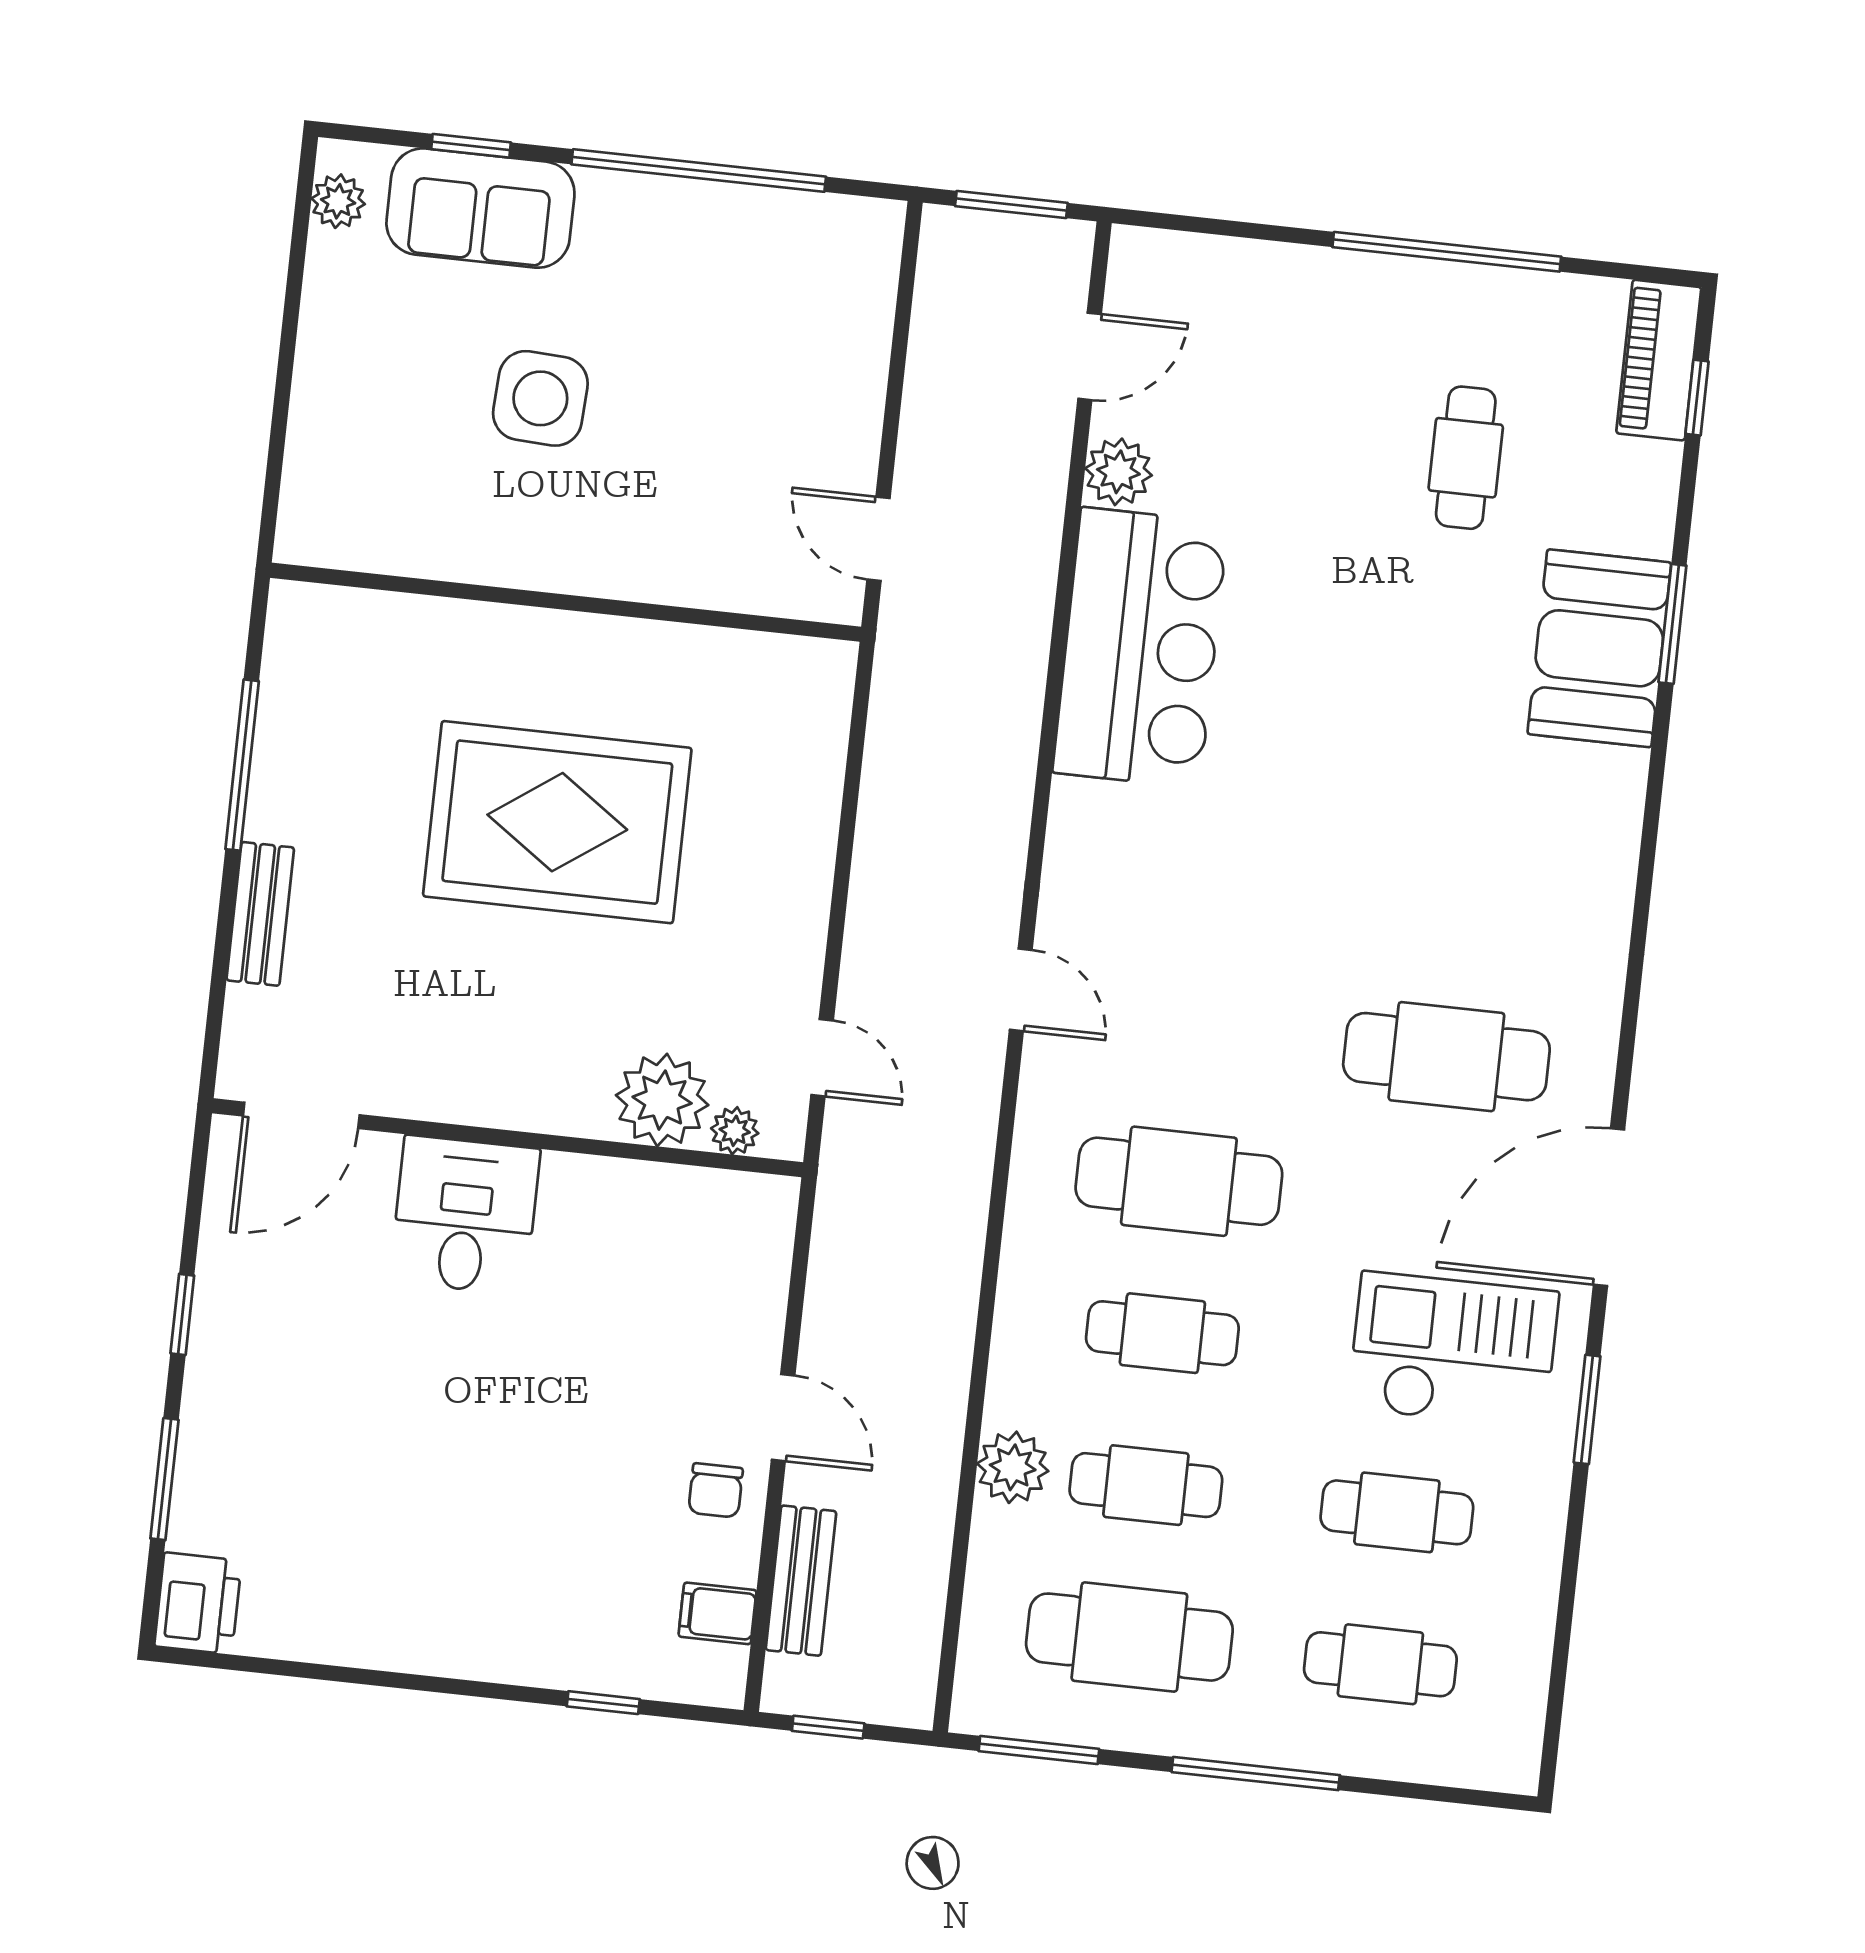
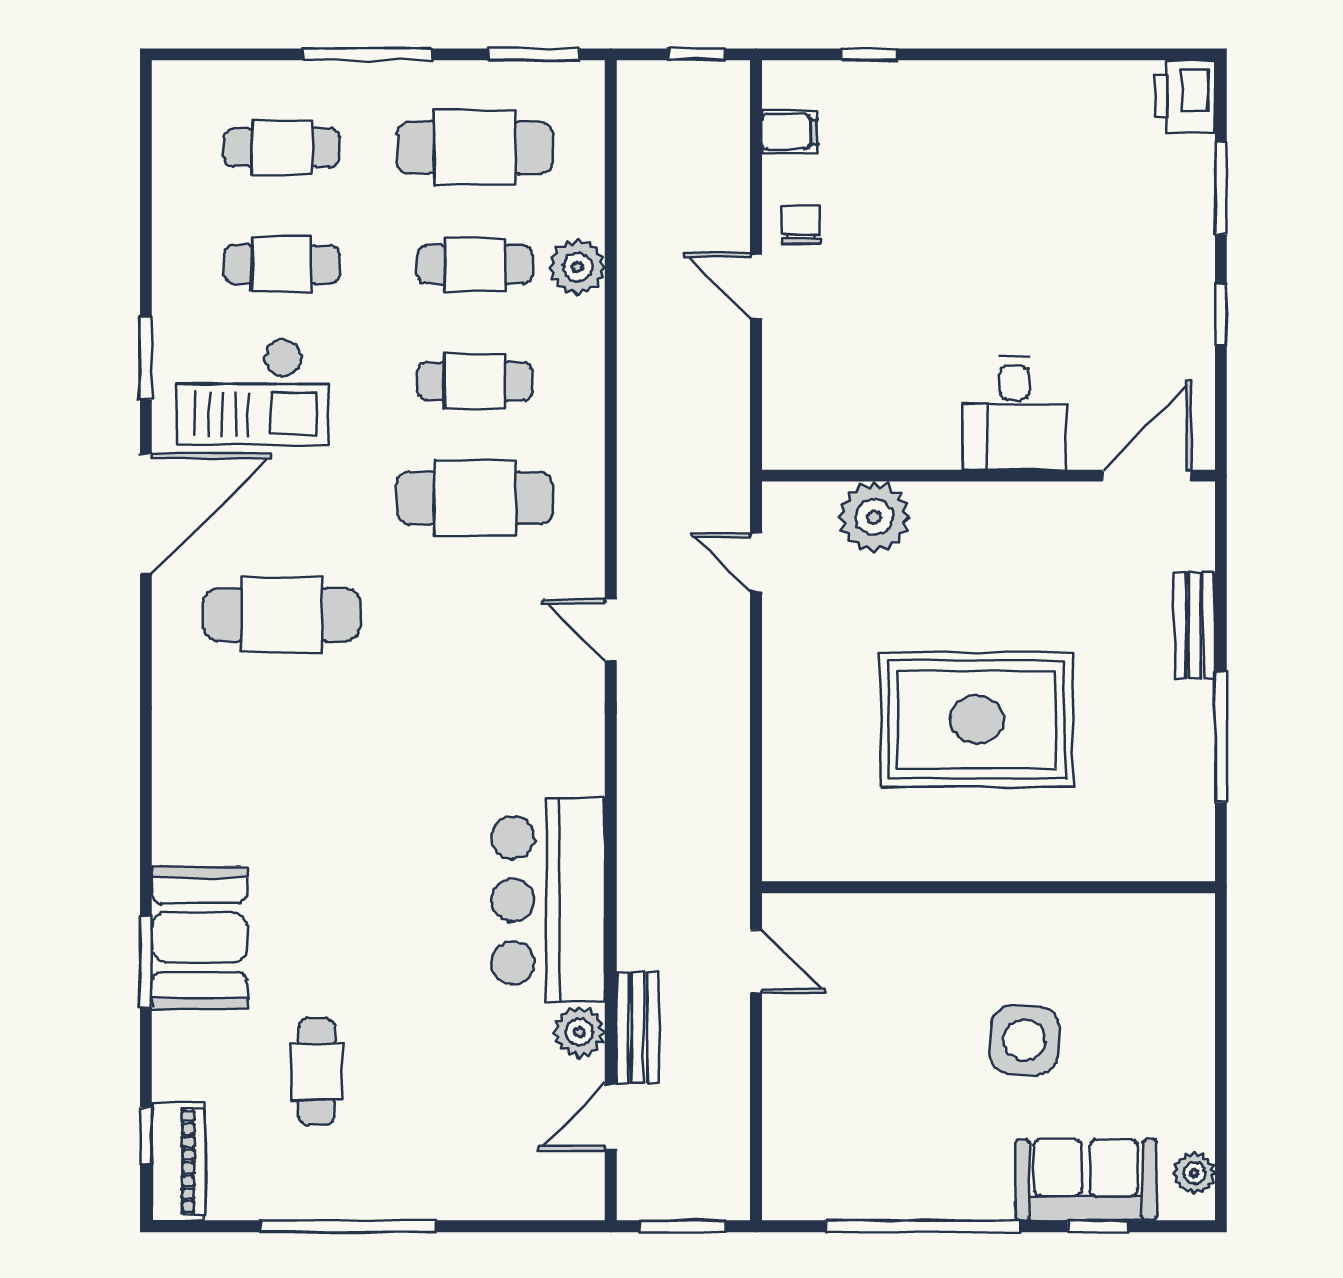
plant: (735, 1131) -> (816, 500), removed
bench: (801, 1581) -> (638, 1028), moved

